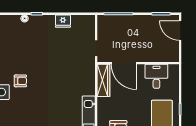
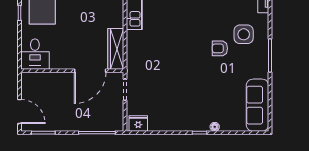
fridge: (63, 21) -> (138, 123), moved
door: (124, 63) -> (90, 71), swing flipped
desk: (156, 76) -> (35, 54), moved

